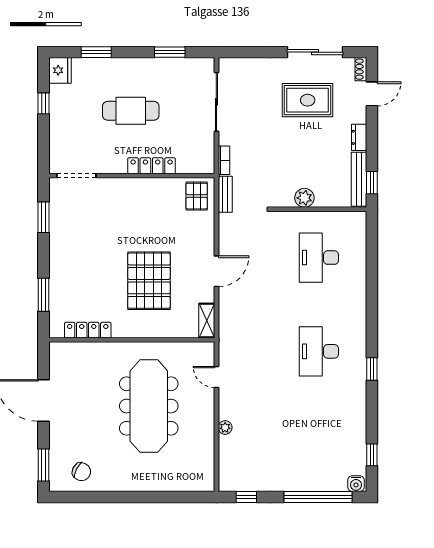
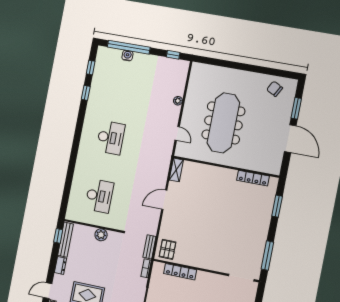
locker: (152, 166) -> (180, 272), moved
window: (43, 217) -> (267, 256), width x1.44
pallet: (149, 281) -> (208, 202), removed
window: (372, 369) -> (86, 93), moved
window: (43, 465) -> (296, 108), moved
water cooler: (356, 484) -> (127, 56), moved

